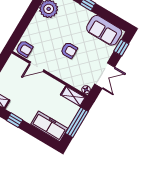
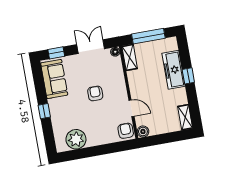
boiler: (13, 61) -> (143, 131), added
window: (15, 120) -> (188, 76), moved
freezer: (49, 126) -> (174, 70), moved

